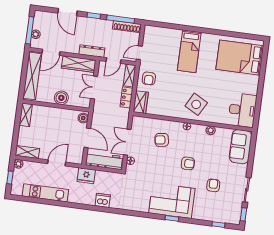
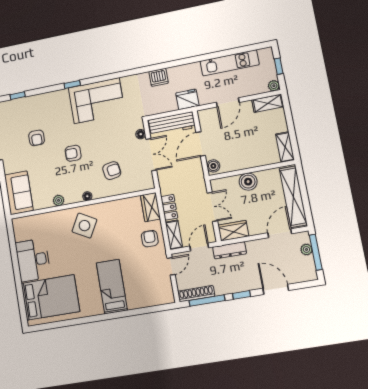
wardrobe: (79, 64) -> (233, 231), width x0.67
desk: (242, 110) -> (33, 260), moved
door: (87, 138) -> (201, 144), hinge flipped
corner sofa: (172, 201) -> (97, 101), moved

